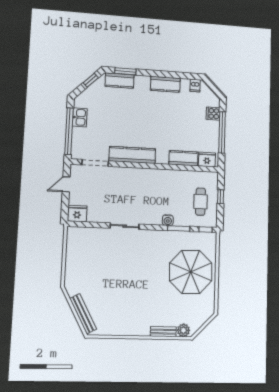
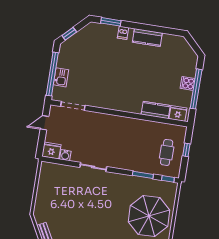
window: (91, 80) -> (69, 34), moved
kitchen counter: (119, 81) -> (104, 30), removed
dishwasher: (195, 86) -> (123, 33), moved
cooker: (213, 114) -> (188, 83), moved
kitchen sink: (80, 117) -> (61, 77), moved
kitchen counter: (132, 155) -> (108, 102), removed
water cooler: (168, 220) -> (65, 155), moved

